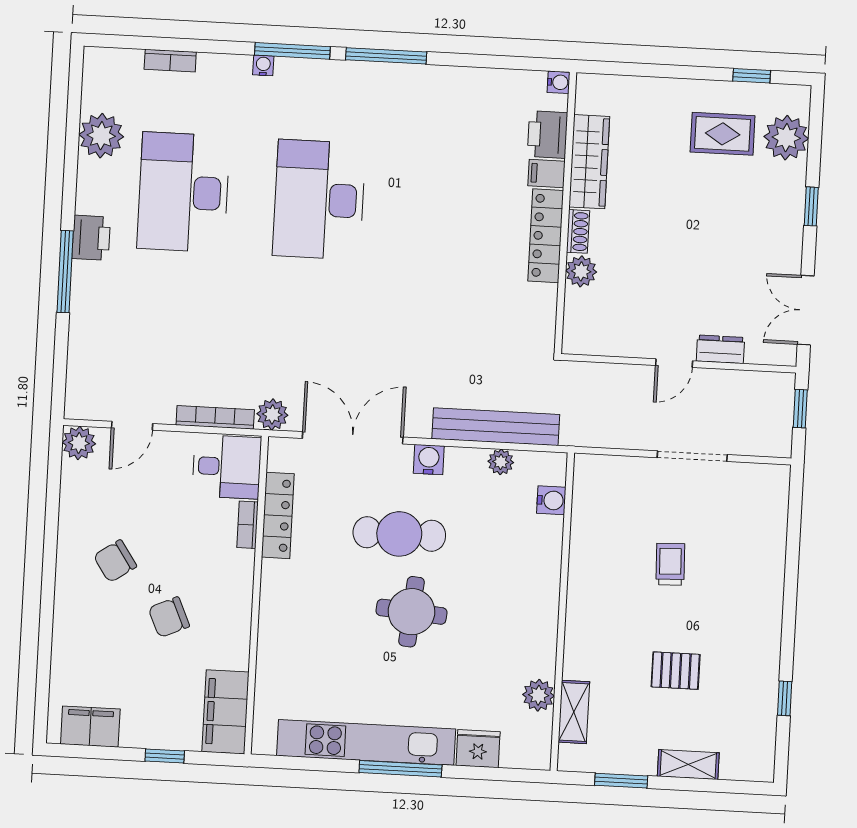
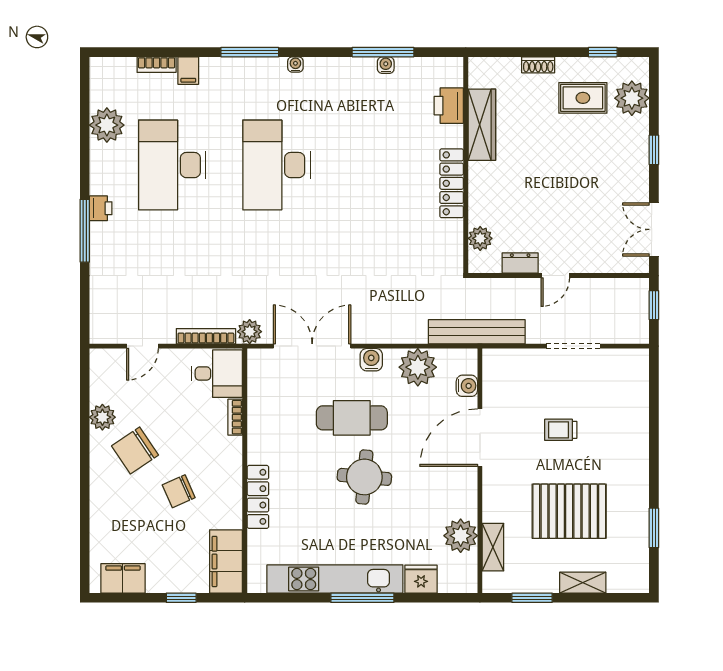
window: (386, 56) -> (383, 52), moved
water cooler: (263, 65) -> (295, 65), moved
water cooler: (559, 82) -> (386, 65), moved, turned -90
filing cabinet: (547, 173) -> (188, 71), moved, turned -90
shoe rack: (578, 231) -> (538, 65), moved, turned 90
printer: (91, 238) -> (101, 208), width x0.73, depth x0.81
plant: (581, 271) -> (480, 238), moved
dresser: (720, 349) -> (520, 263), moved
bench: (496, 427) -> (477, 332), moved
plant: (79, 443) -> (102, 417), moved
plant: (501, 462) -> (418, 367), width x1.87, depth x1.87
locker: (278, 515) -> (258, 497), moved
chair: (115, 561) -> (135, 450), width x1.37, depth x1.37
trolley: (670, 564) -> (561, 430), turned -88
door: (565, 569) -> (480, 438), added
pallet: (676, 671) -> (569, 511), width x2.05, depth x2.00
plant: (538, 695) -> (461, 536), width x1.36, depth x1.36
window: (785, 698) -> (654, 528), width x1.50

